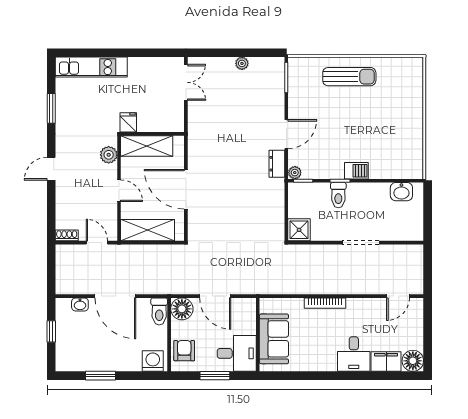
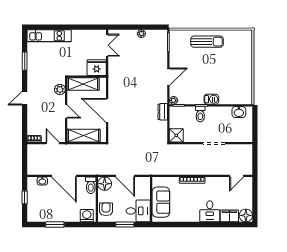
fridge: (128, 122) -> (97, 68), moved, width x1.88, depth x1.34
dresser: (277, 164) -> (163, 112), moved

